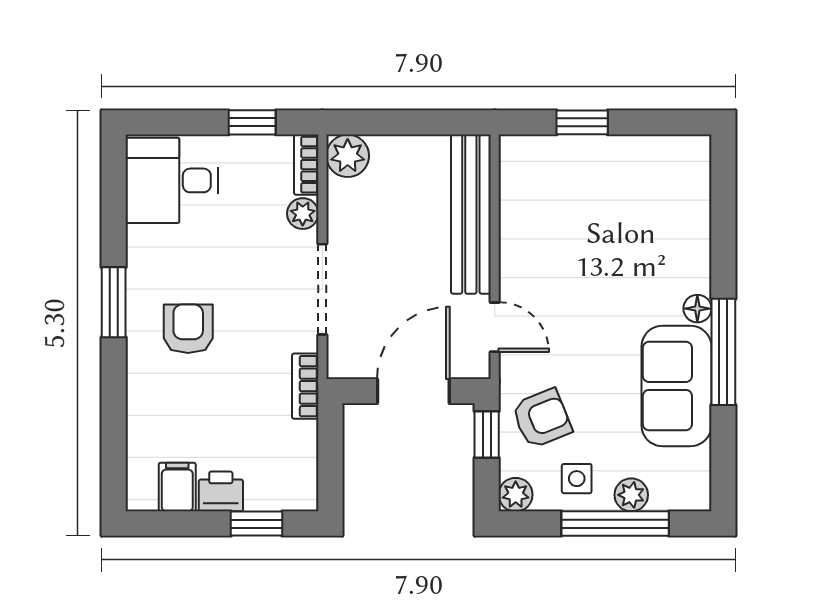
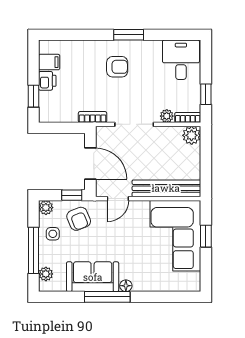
corner sofa: (581, 193) -> (175, 236), added
plant: (631, 495) -> (46, 274), moved

